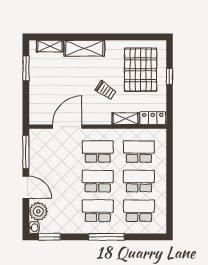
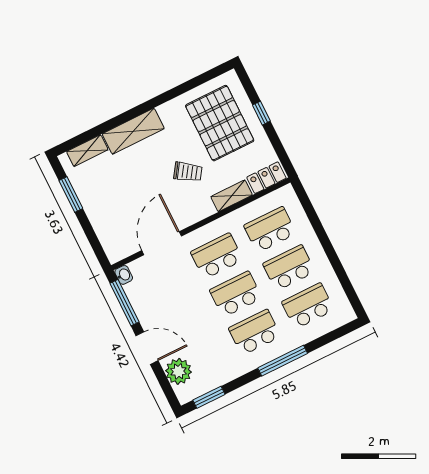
washbasin: (34, 228) -> (124, 275), moved

